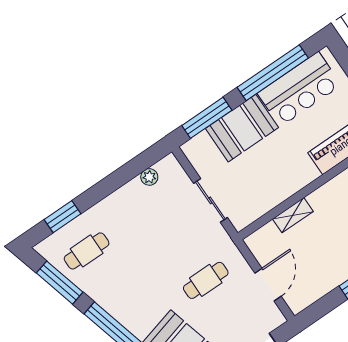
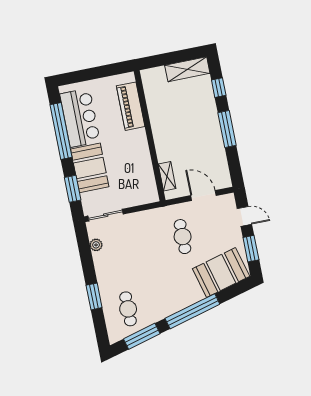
window: (207, 118) -> (73, 189), width x0.69
sliding door: (210, 200) -> (106, 215), moved
shelving: (293, 215) -> (167, 176), moved
window: (63, 217) -> (94, 296), moved

